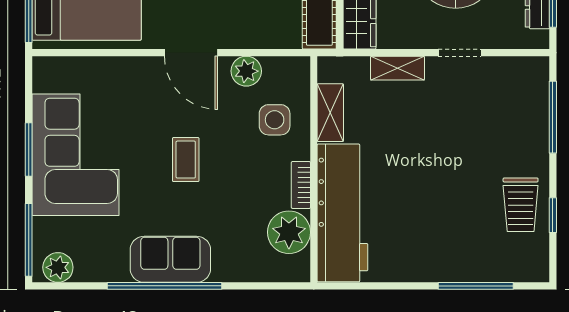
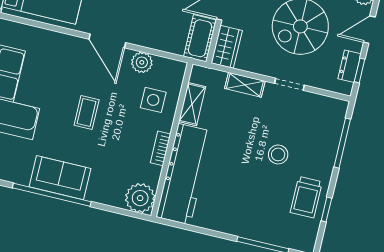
stool: (467, 154) -> (278, 154), added
plant: (289, 232) -> (140, 198), moved

